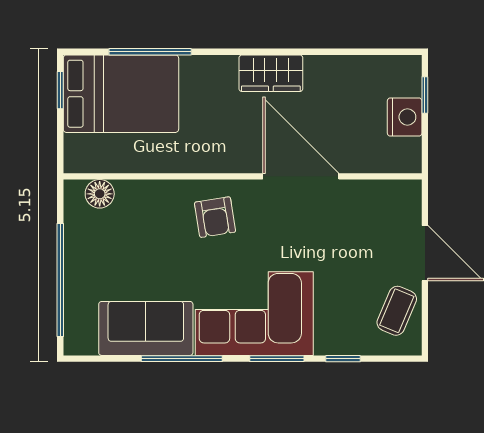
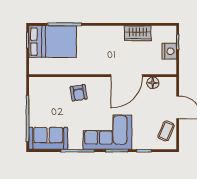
wardrobe: (271, 73) -> (138, 33), moved
door: (301, 176) -> (127, 76), swing flipped
floor lamp: (100, 194) -> (153, 83), moved
armchair: (215, 217) -> (79, 93), moved
sofa: (146, 328) -> (48, 138), moved

